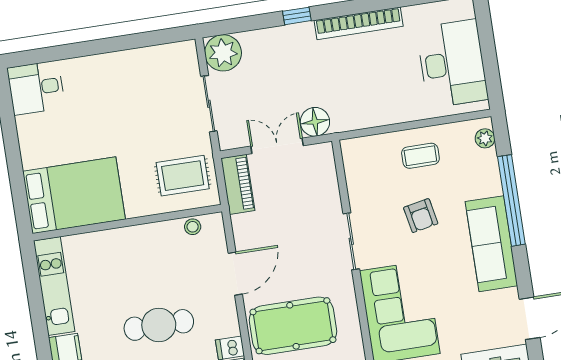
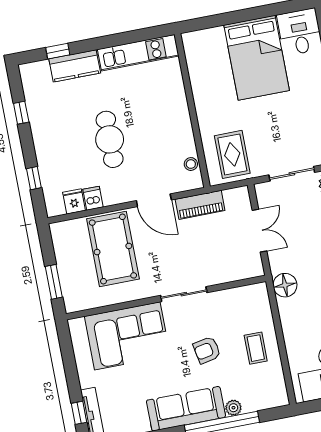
floor lamp: (315, 122) -> (285, 285), moved
plant: (485, 138) -> (233, 408), moved
piano: (238, 184) -> (200, 205), moved
bed: (74, 195) -> (257, 58), moved

